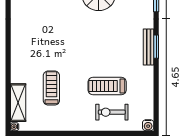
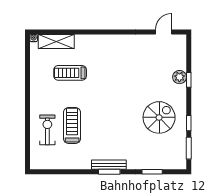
treadmill: (51, 88) -> (70, 73), turned 180
water cooler: (148, 125) -> (35, 164), removed

